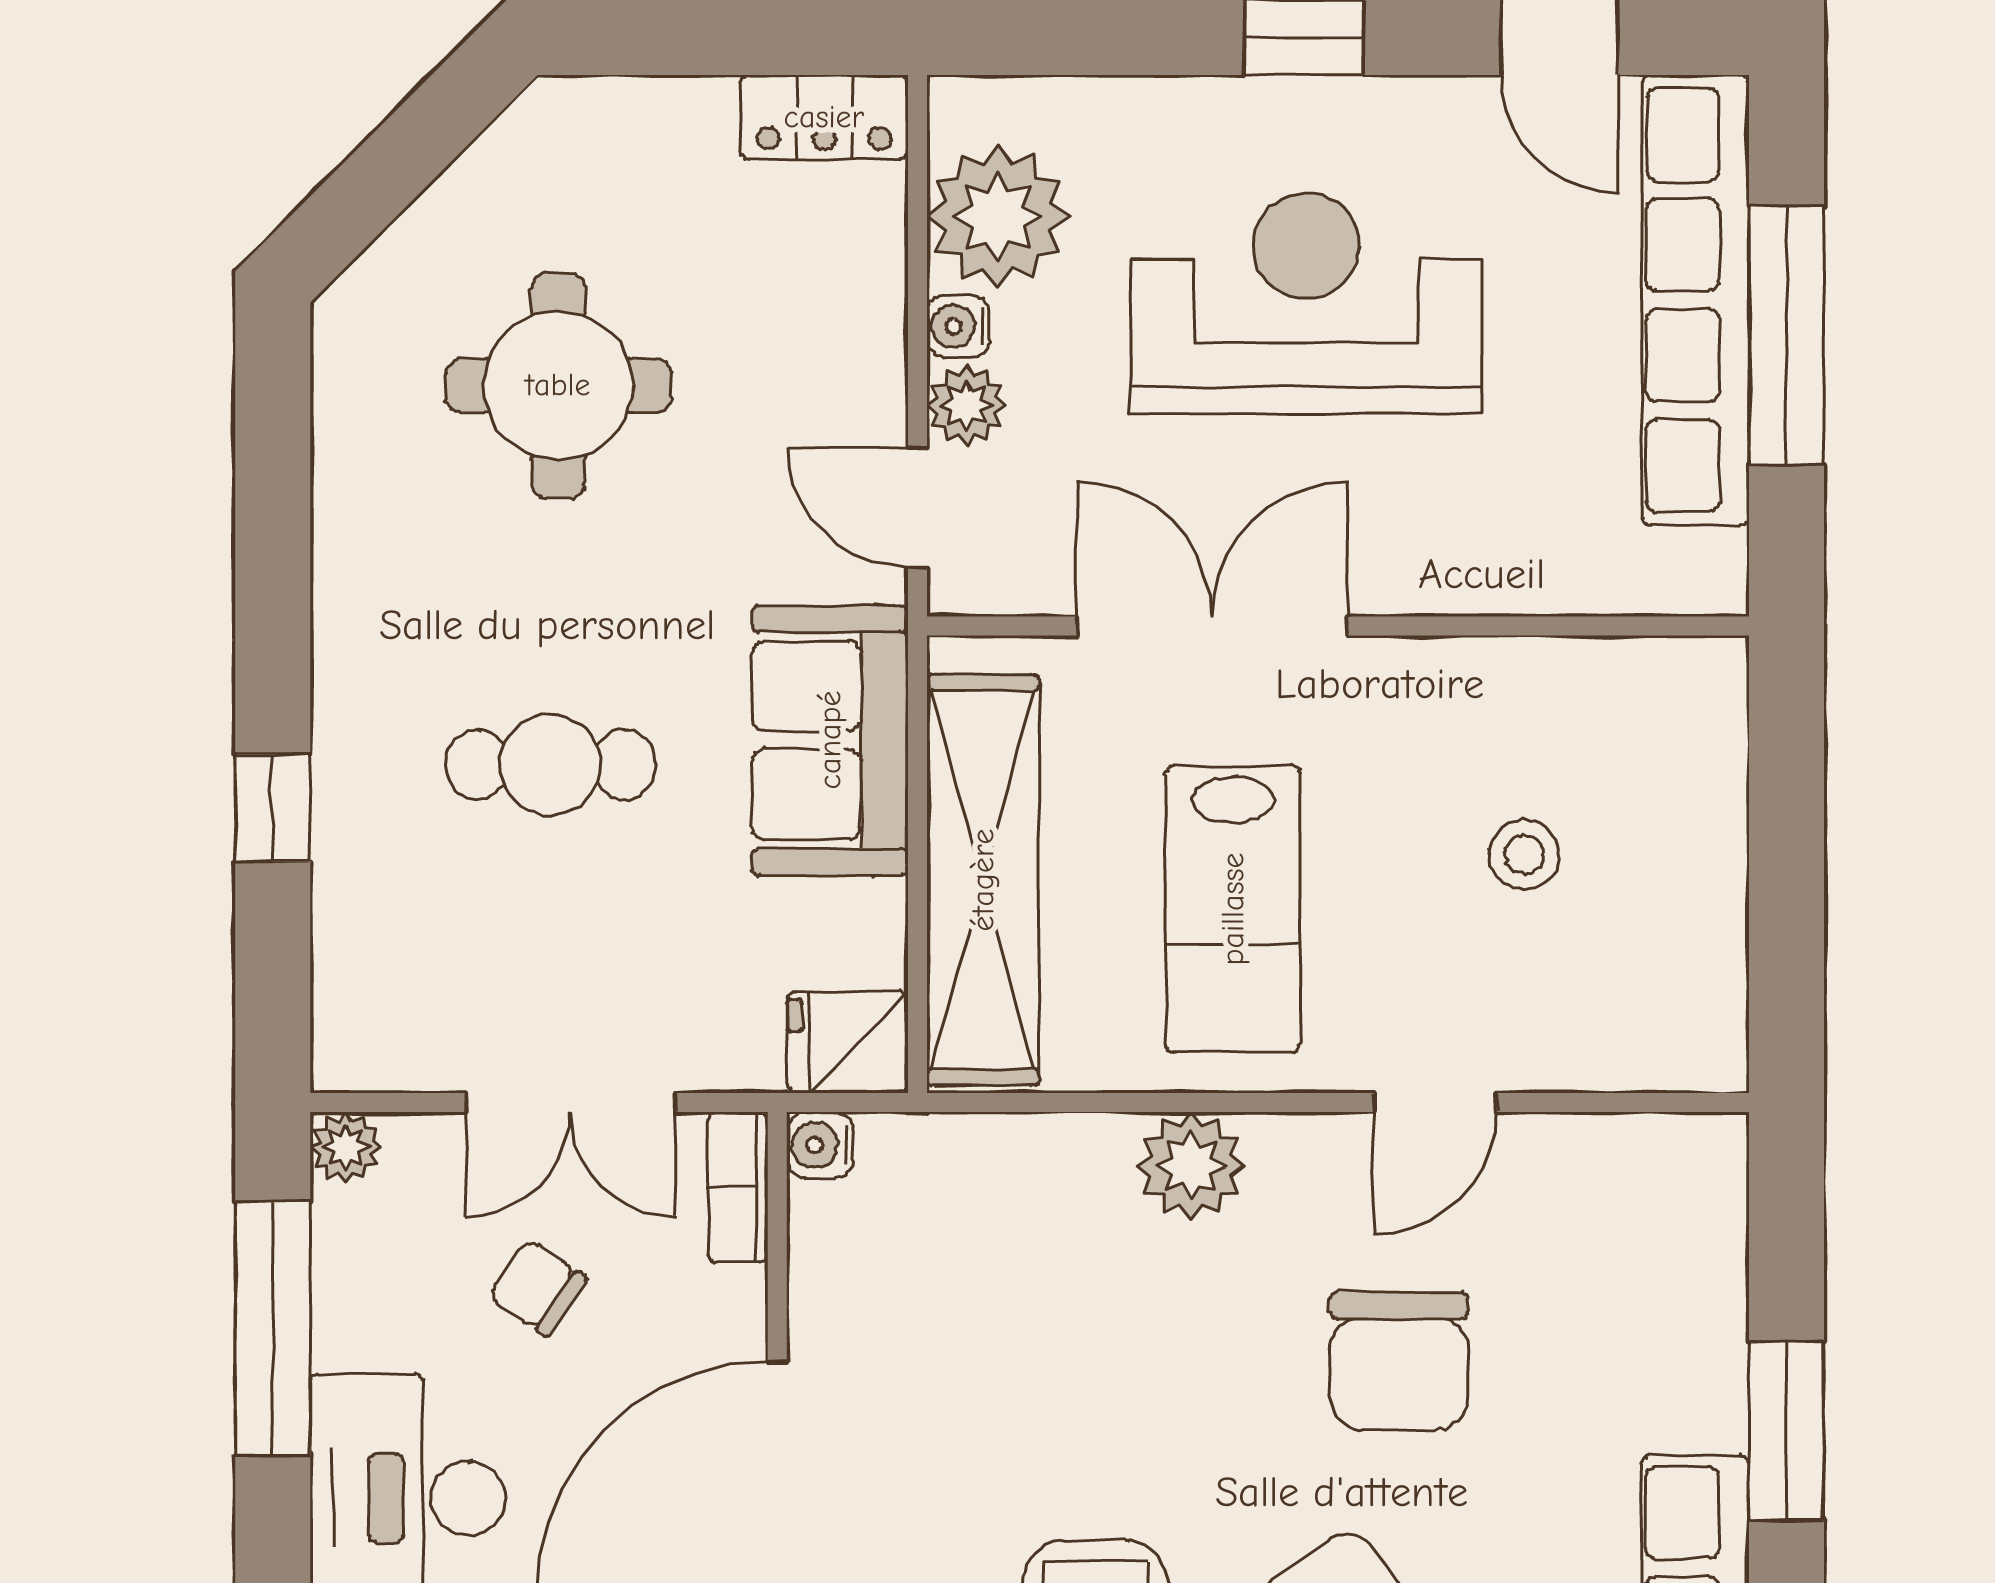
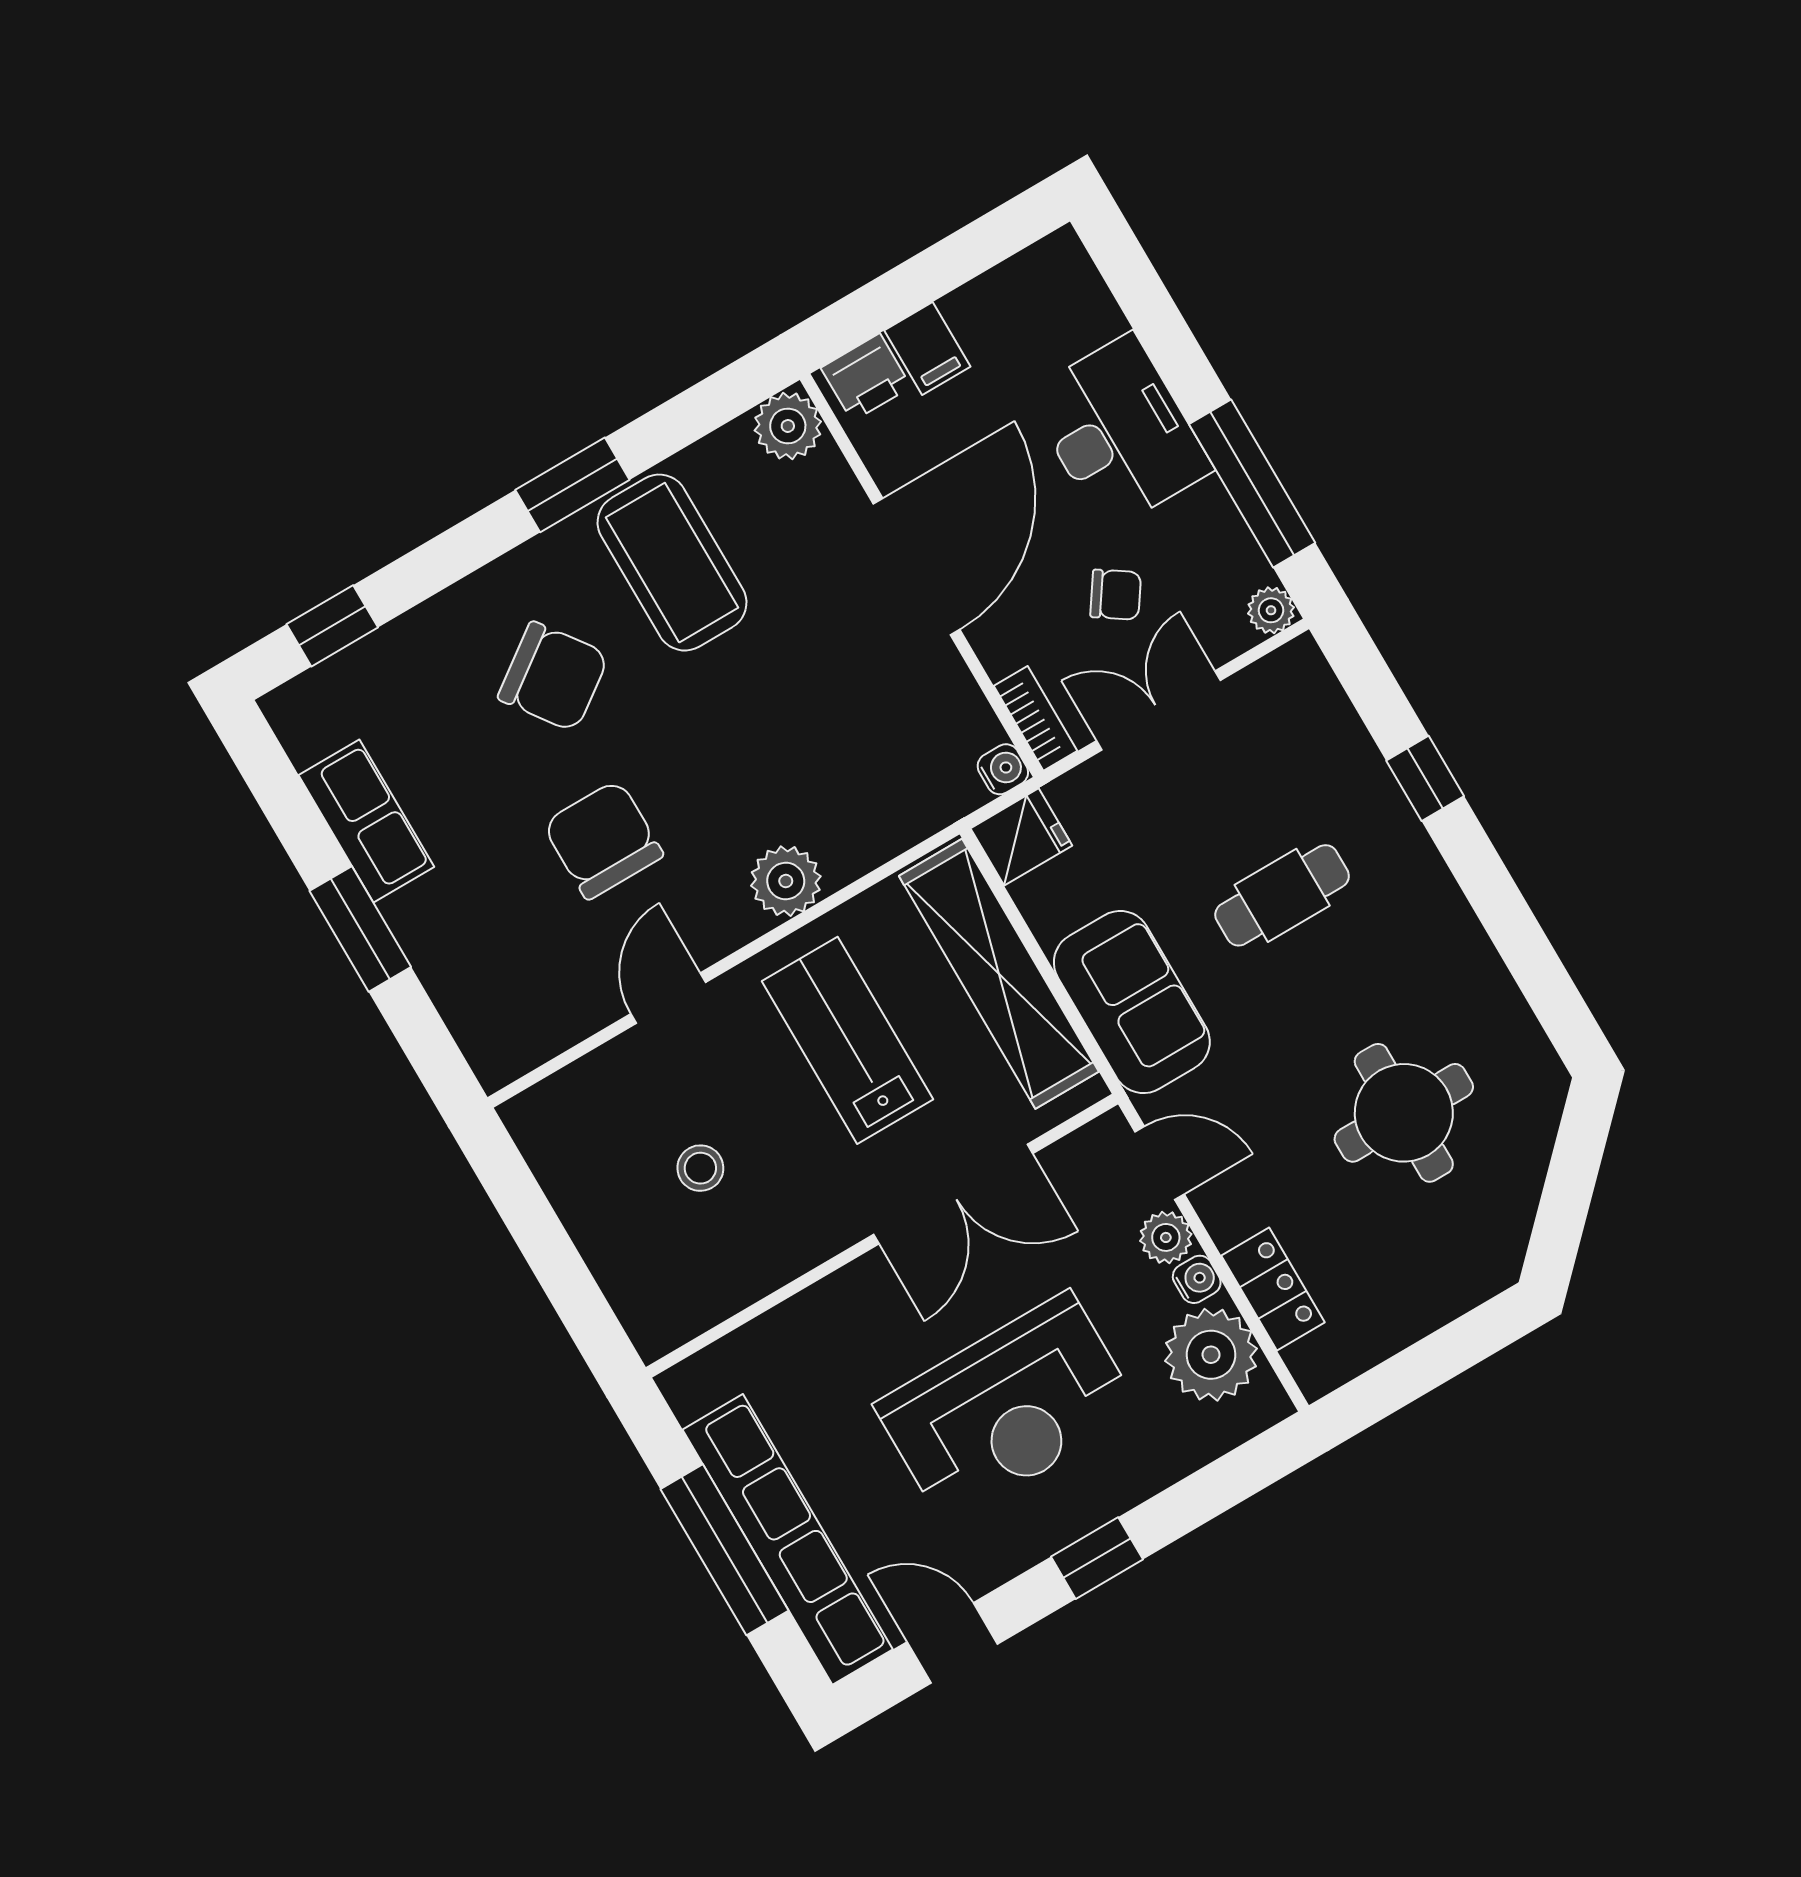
locker: (824, 117) -> (1273, 1289), moved, turned 90

